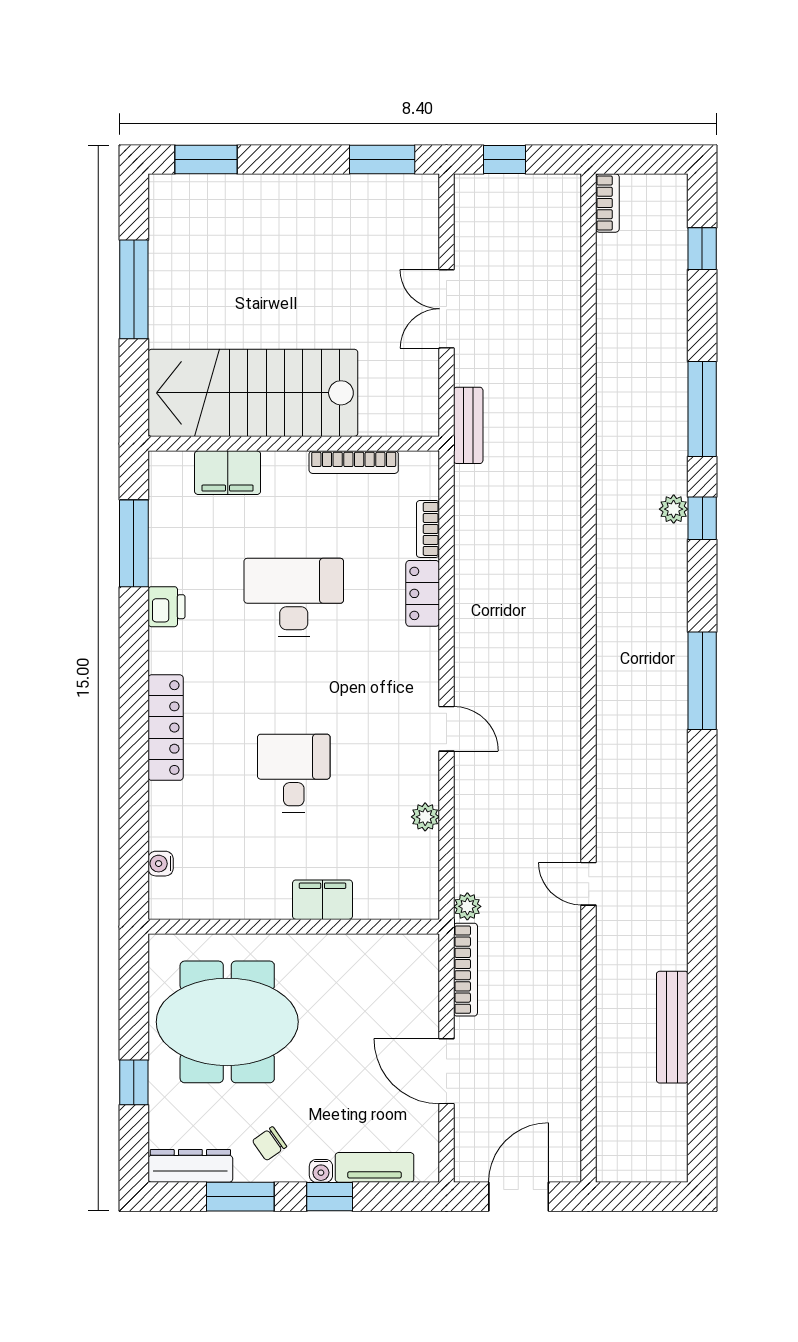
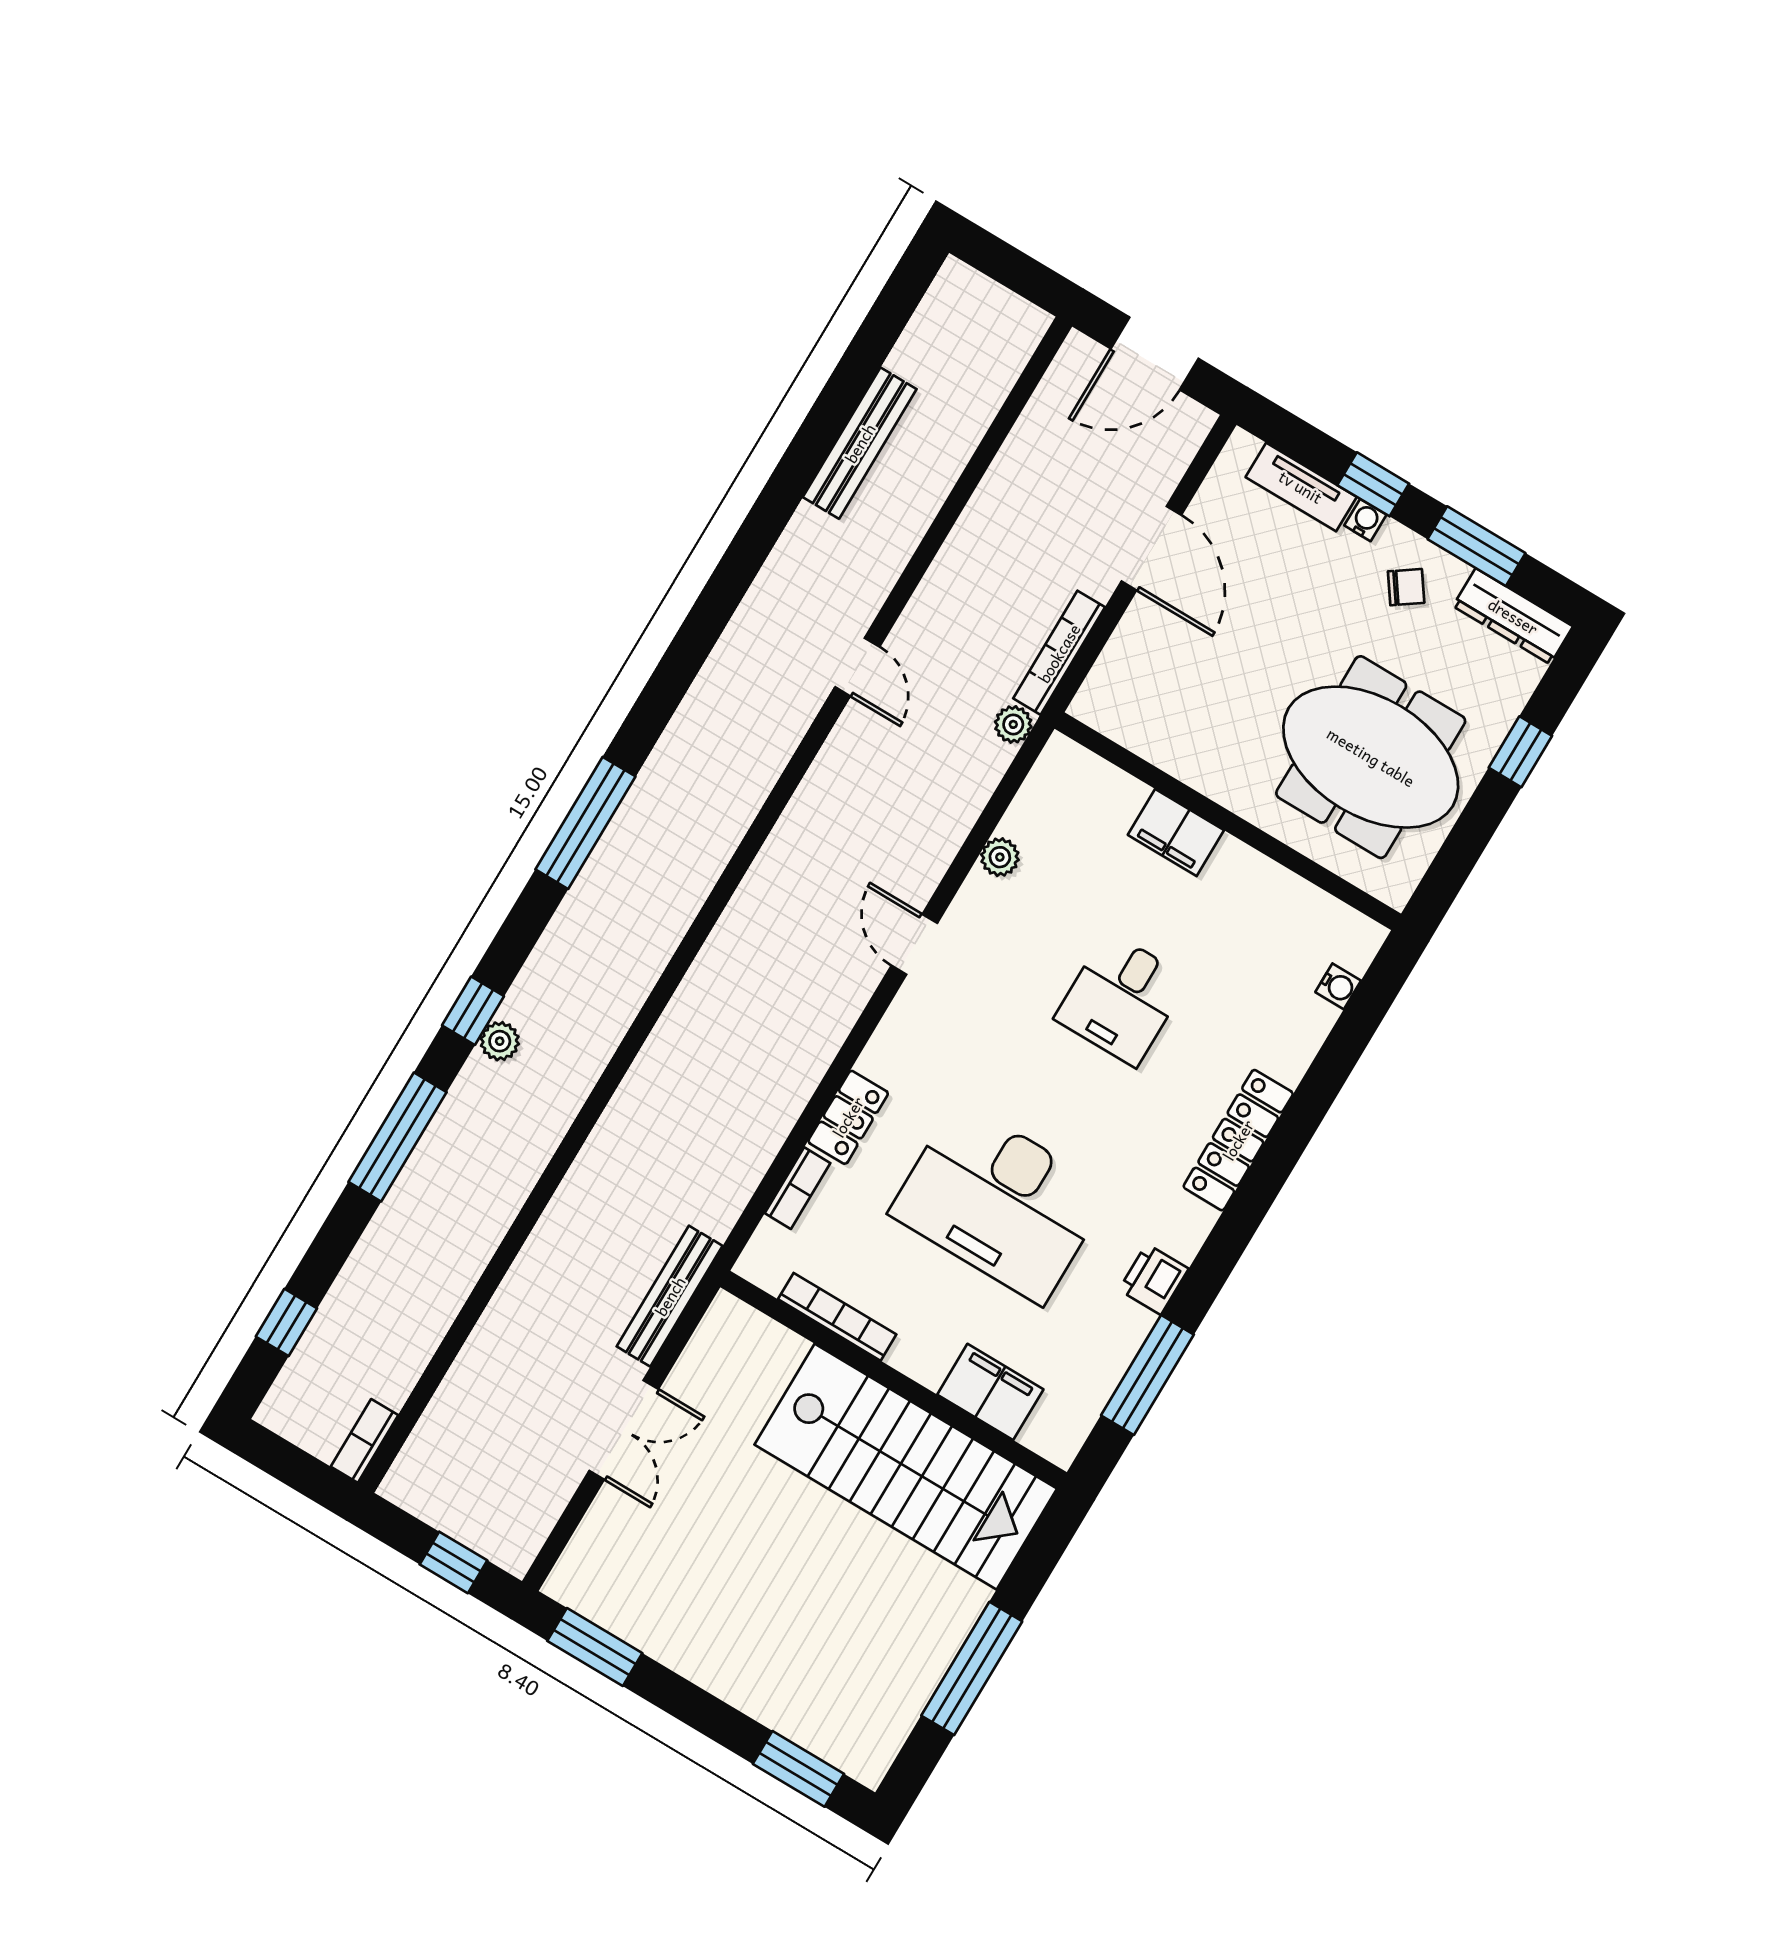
bench: (468, 425) -> (670, 1296), width x1.36
desk: (294, 597) -> (1000, 1202), width x1.36, depth x1.30

